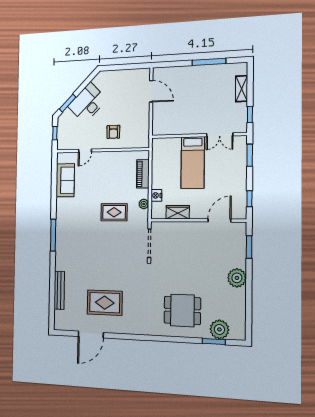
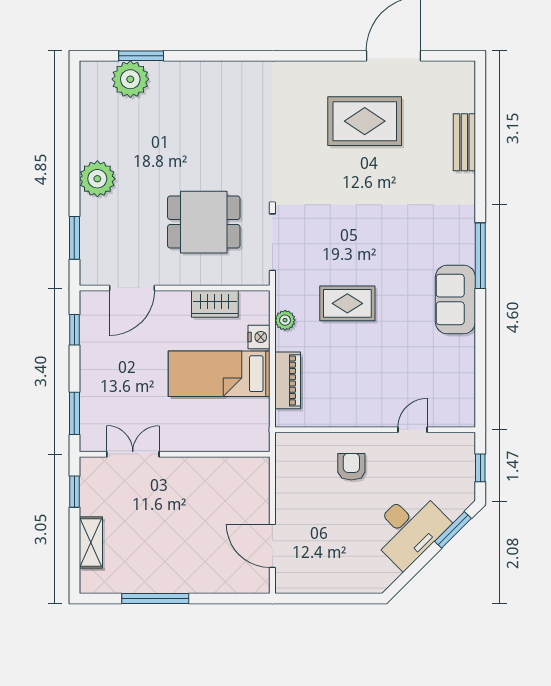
bed: (193, 163) -> (219, 374), moved, turned -90
sofa: (65, 180) -> (455, 299), moved
bench: (59, 290) -> (464, 142), width x0.73
dining table: (182, 310) -> (204, 222), moved

